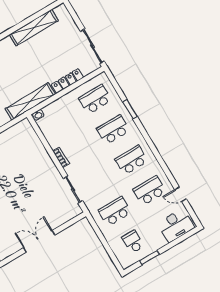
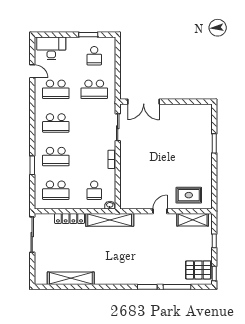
school desk: (60, 120) -> (94, 190), added
double door: (39, 241) -> (144, 102), moved

